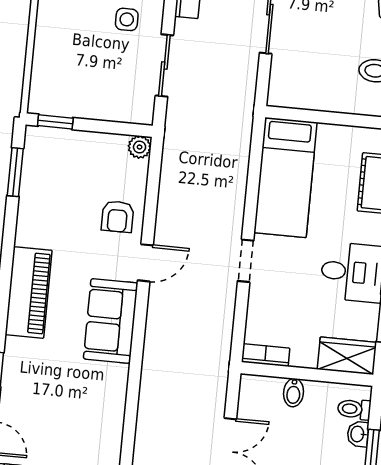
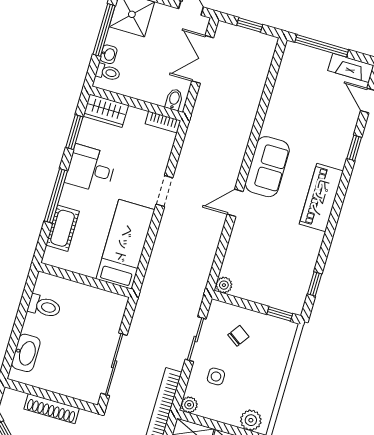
chair: (107, 81) -> (238, 336), added
window: (15, 172) -> (315, 284), width x0.67
armchair: (117, 217) -> (249, 239), removed
bidet: (293, 393) -> (174, 99), moved

